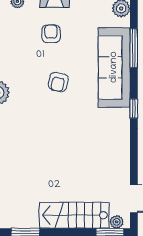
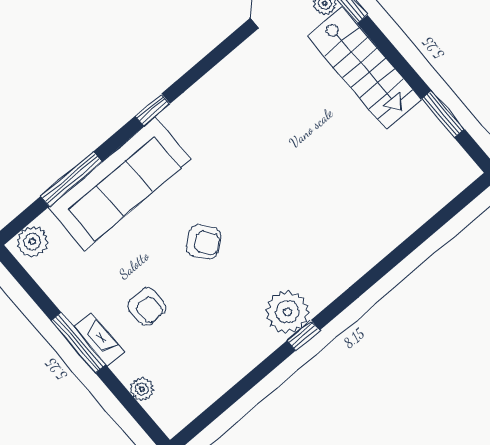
armchair: (51, 34) -> (147, 307), turned -90
armchair: (58, 82) -> (203, 242), turned 40

